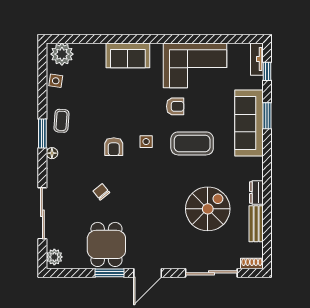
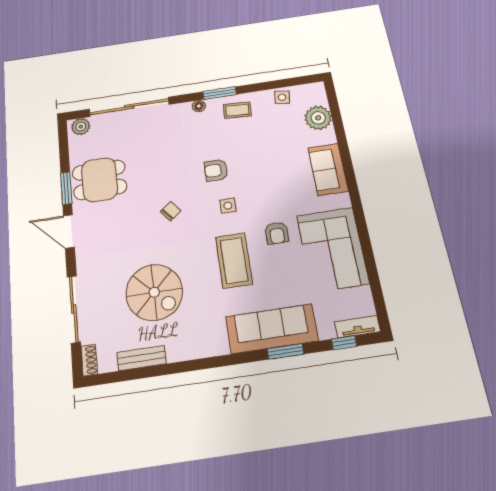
plant: (62, 54) -> (318, 118), moved
chair: (101, 192) -> (171, 211), moved
dresser: (256, 193) -> (182, 352), removed
sliding door: (42, 213) -> (129, 107), width x1.36

